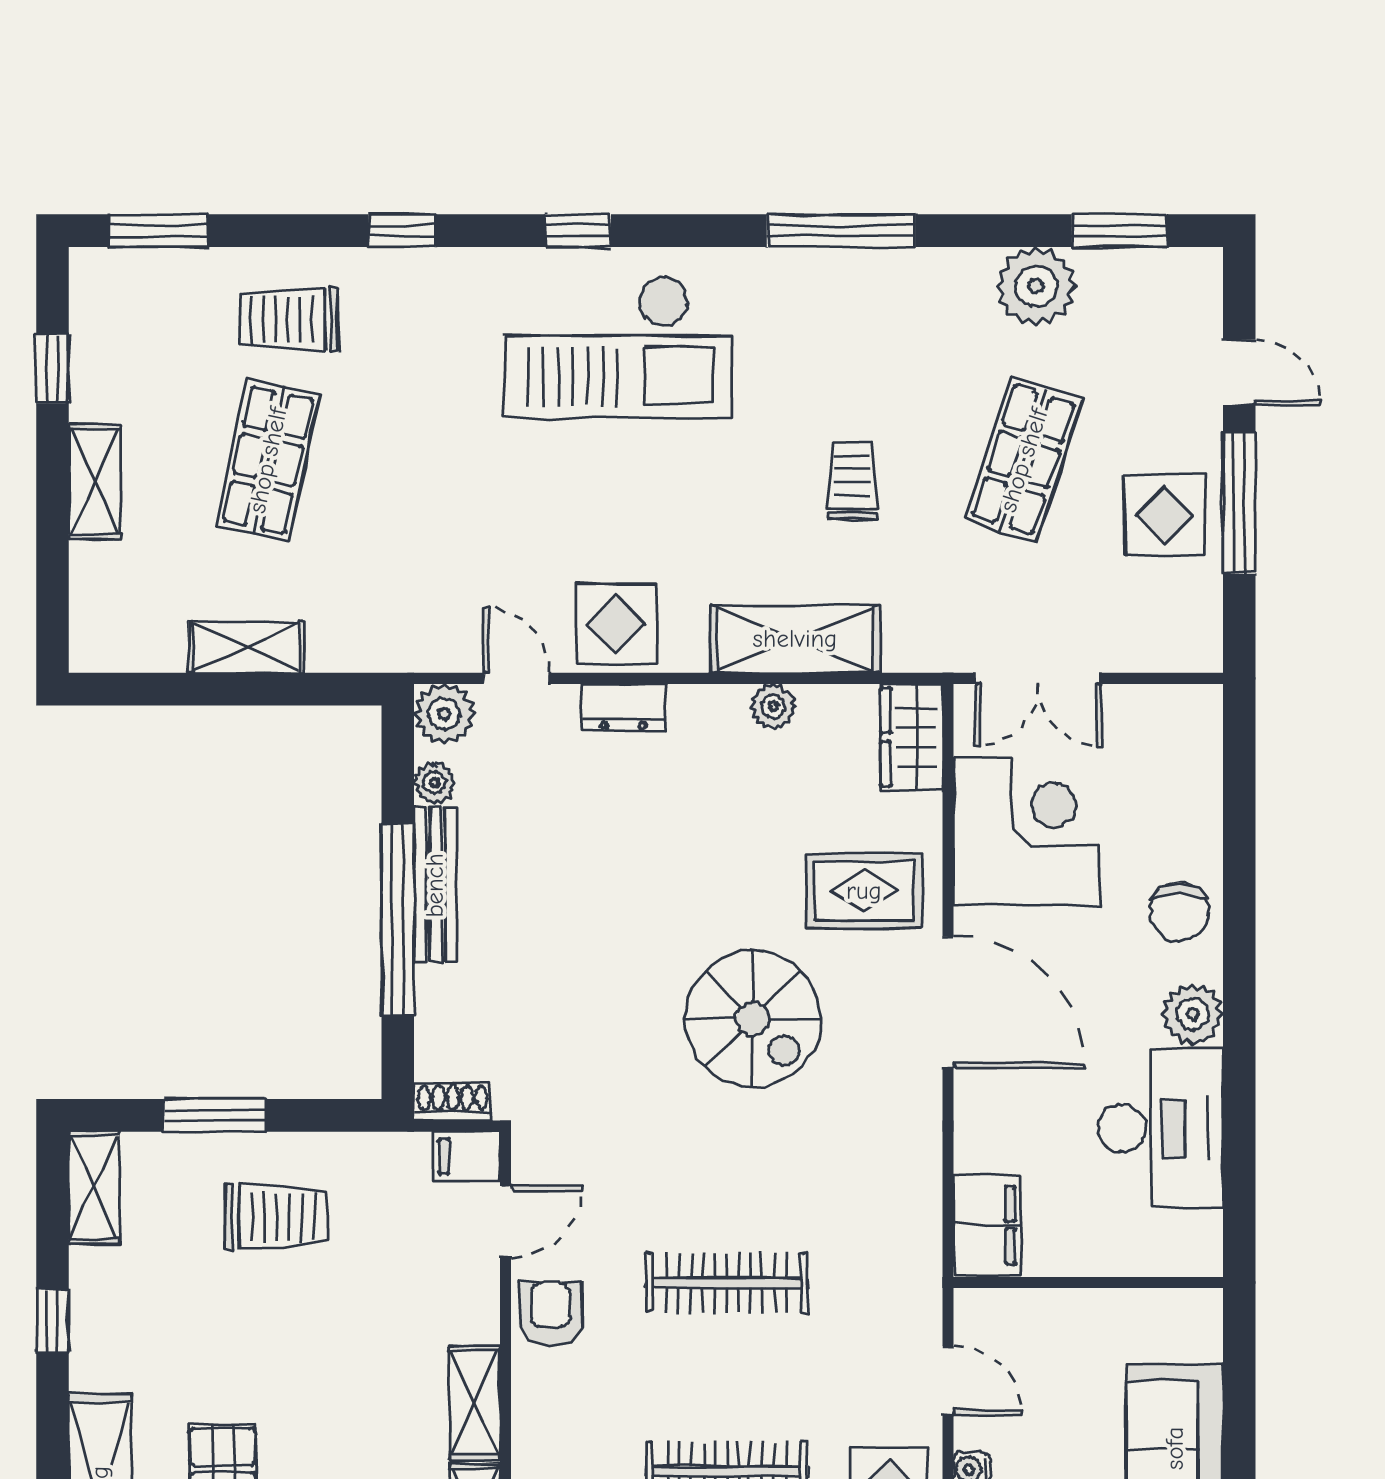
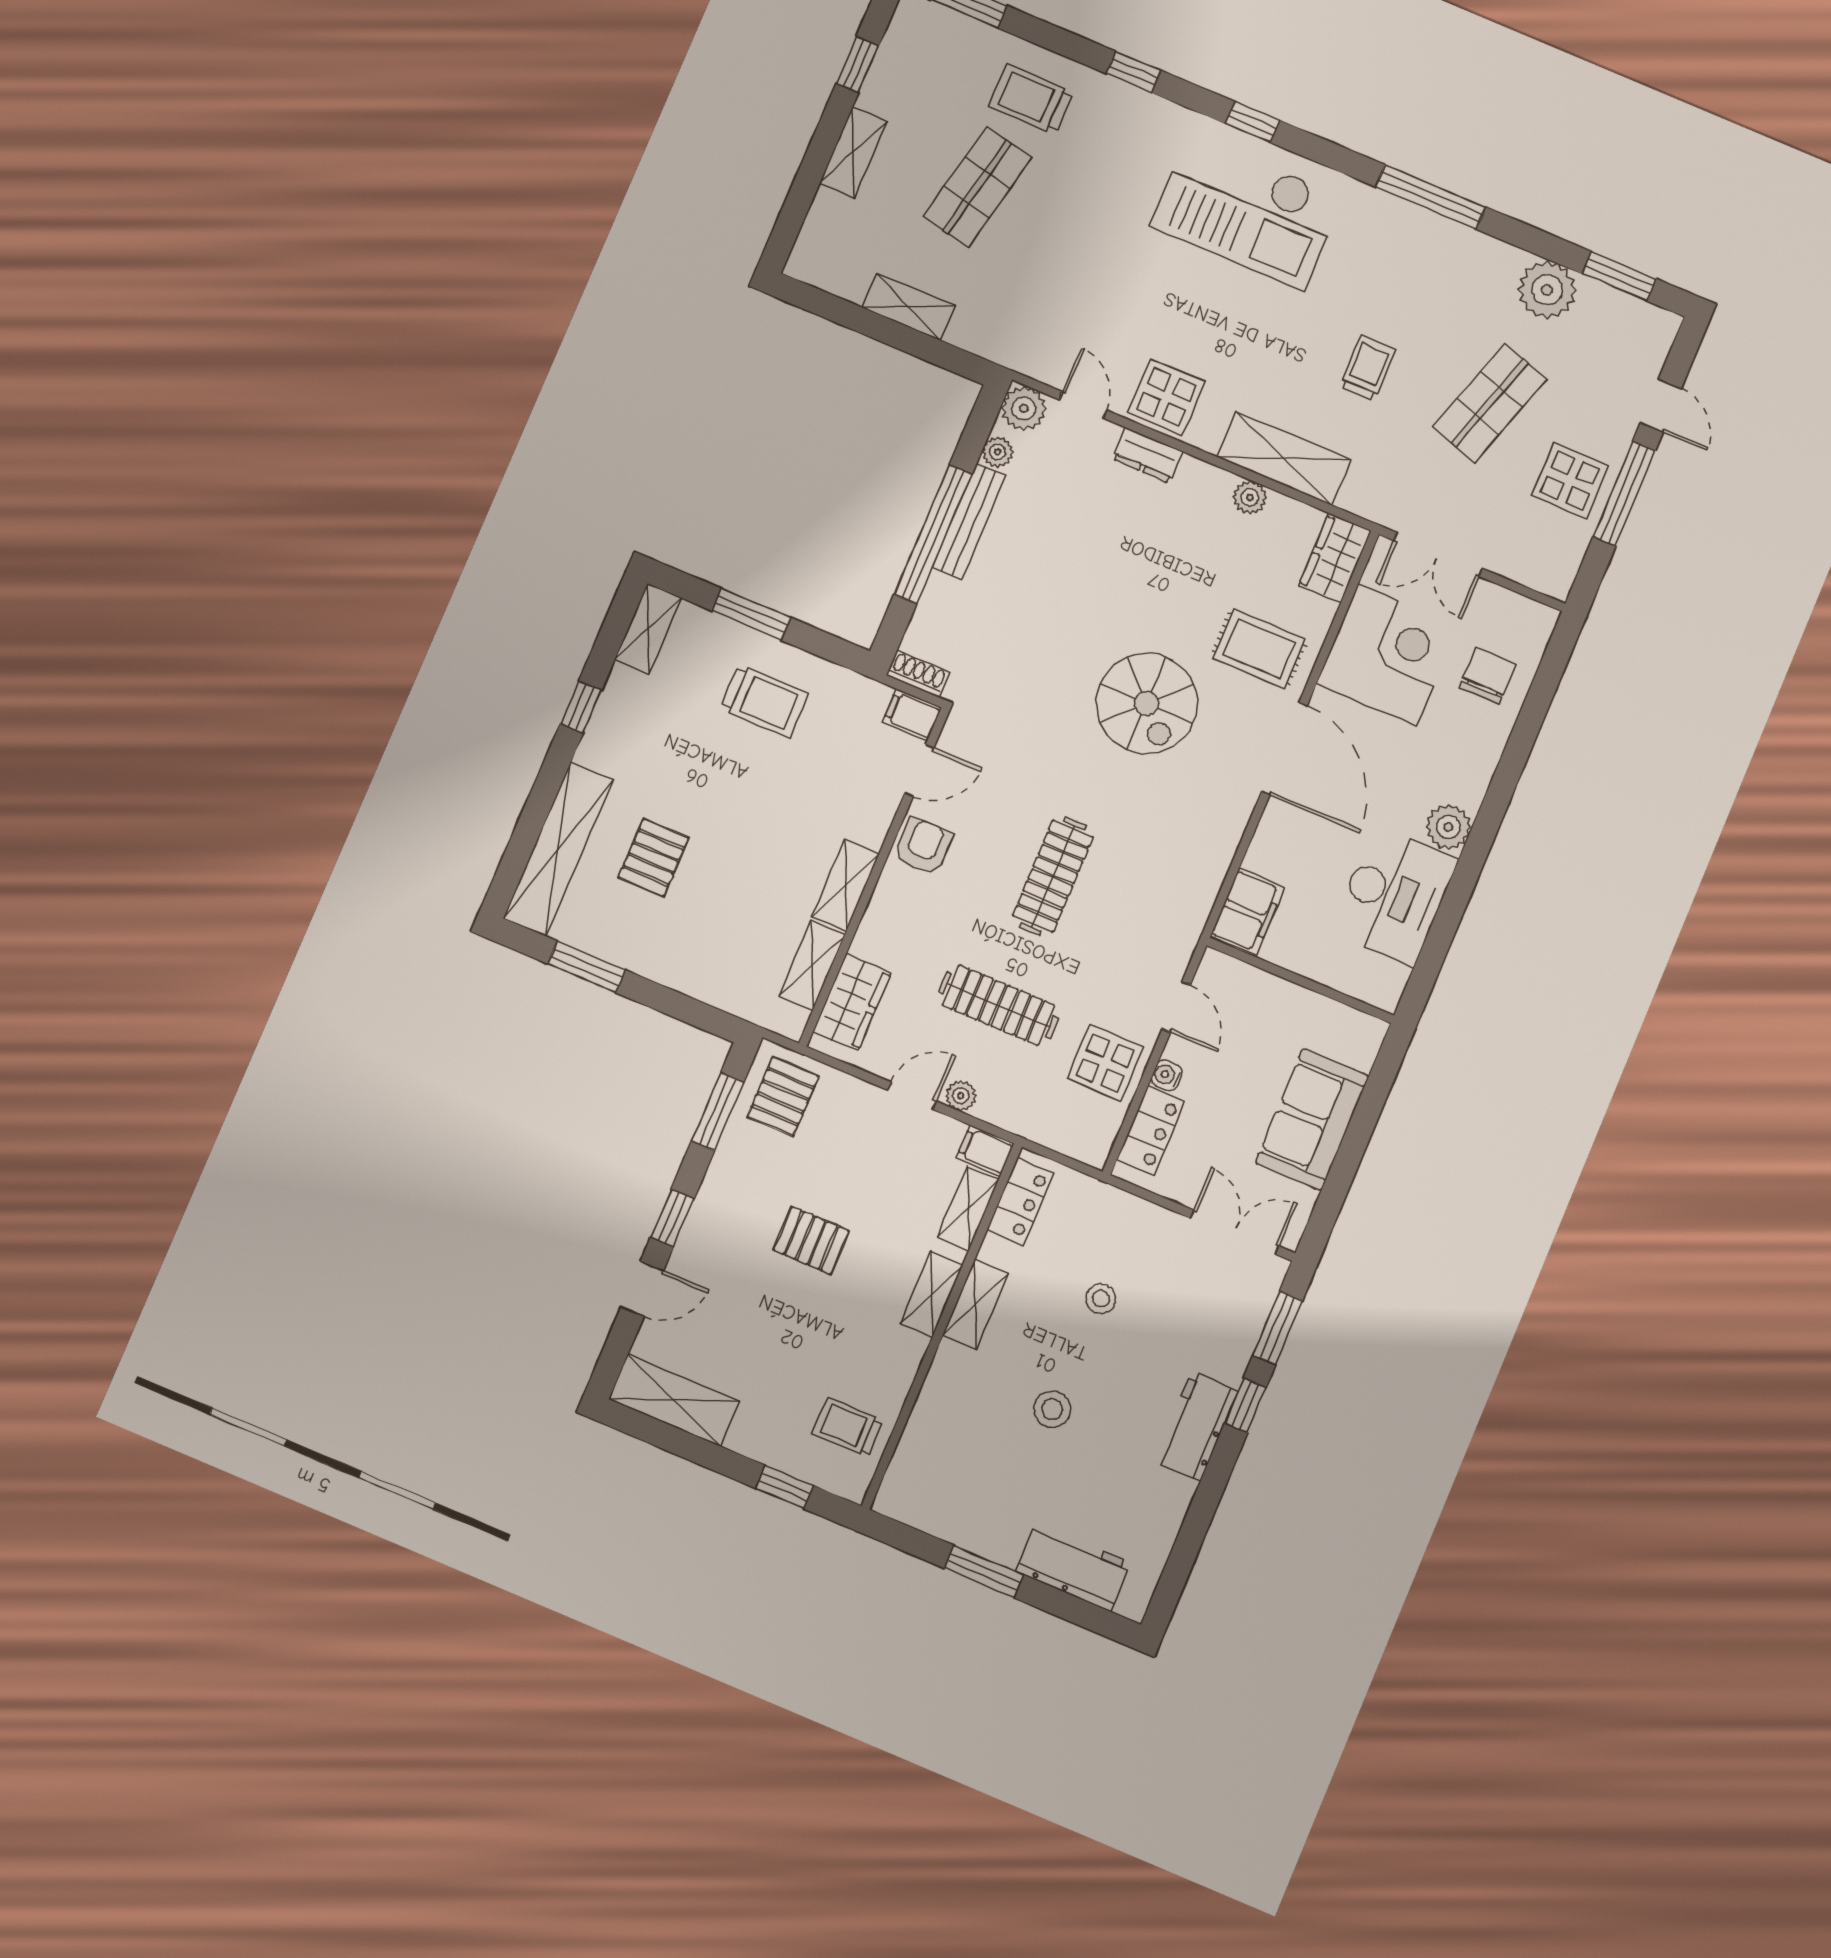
chair: (1179, 912) -> (1488, 676), moved, turned 180
clothes rail: (727, 1283) -> (1053, 876), turned 90

